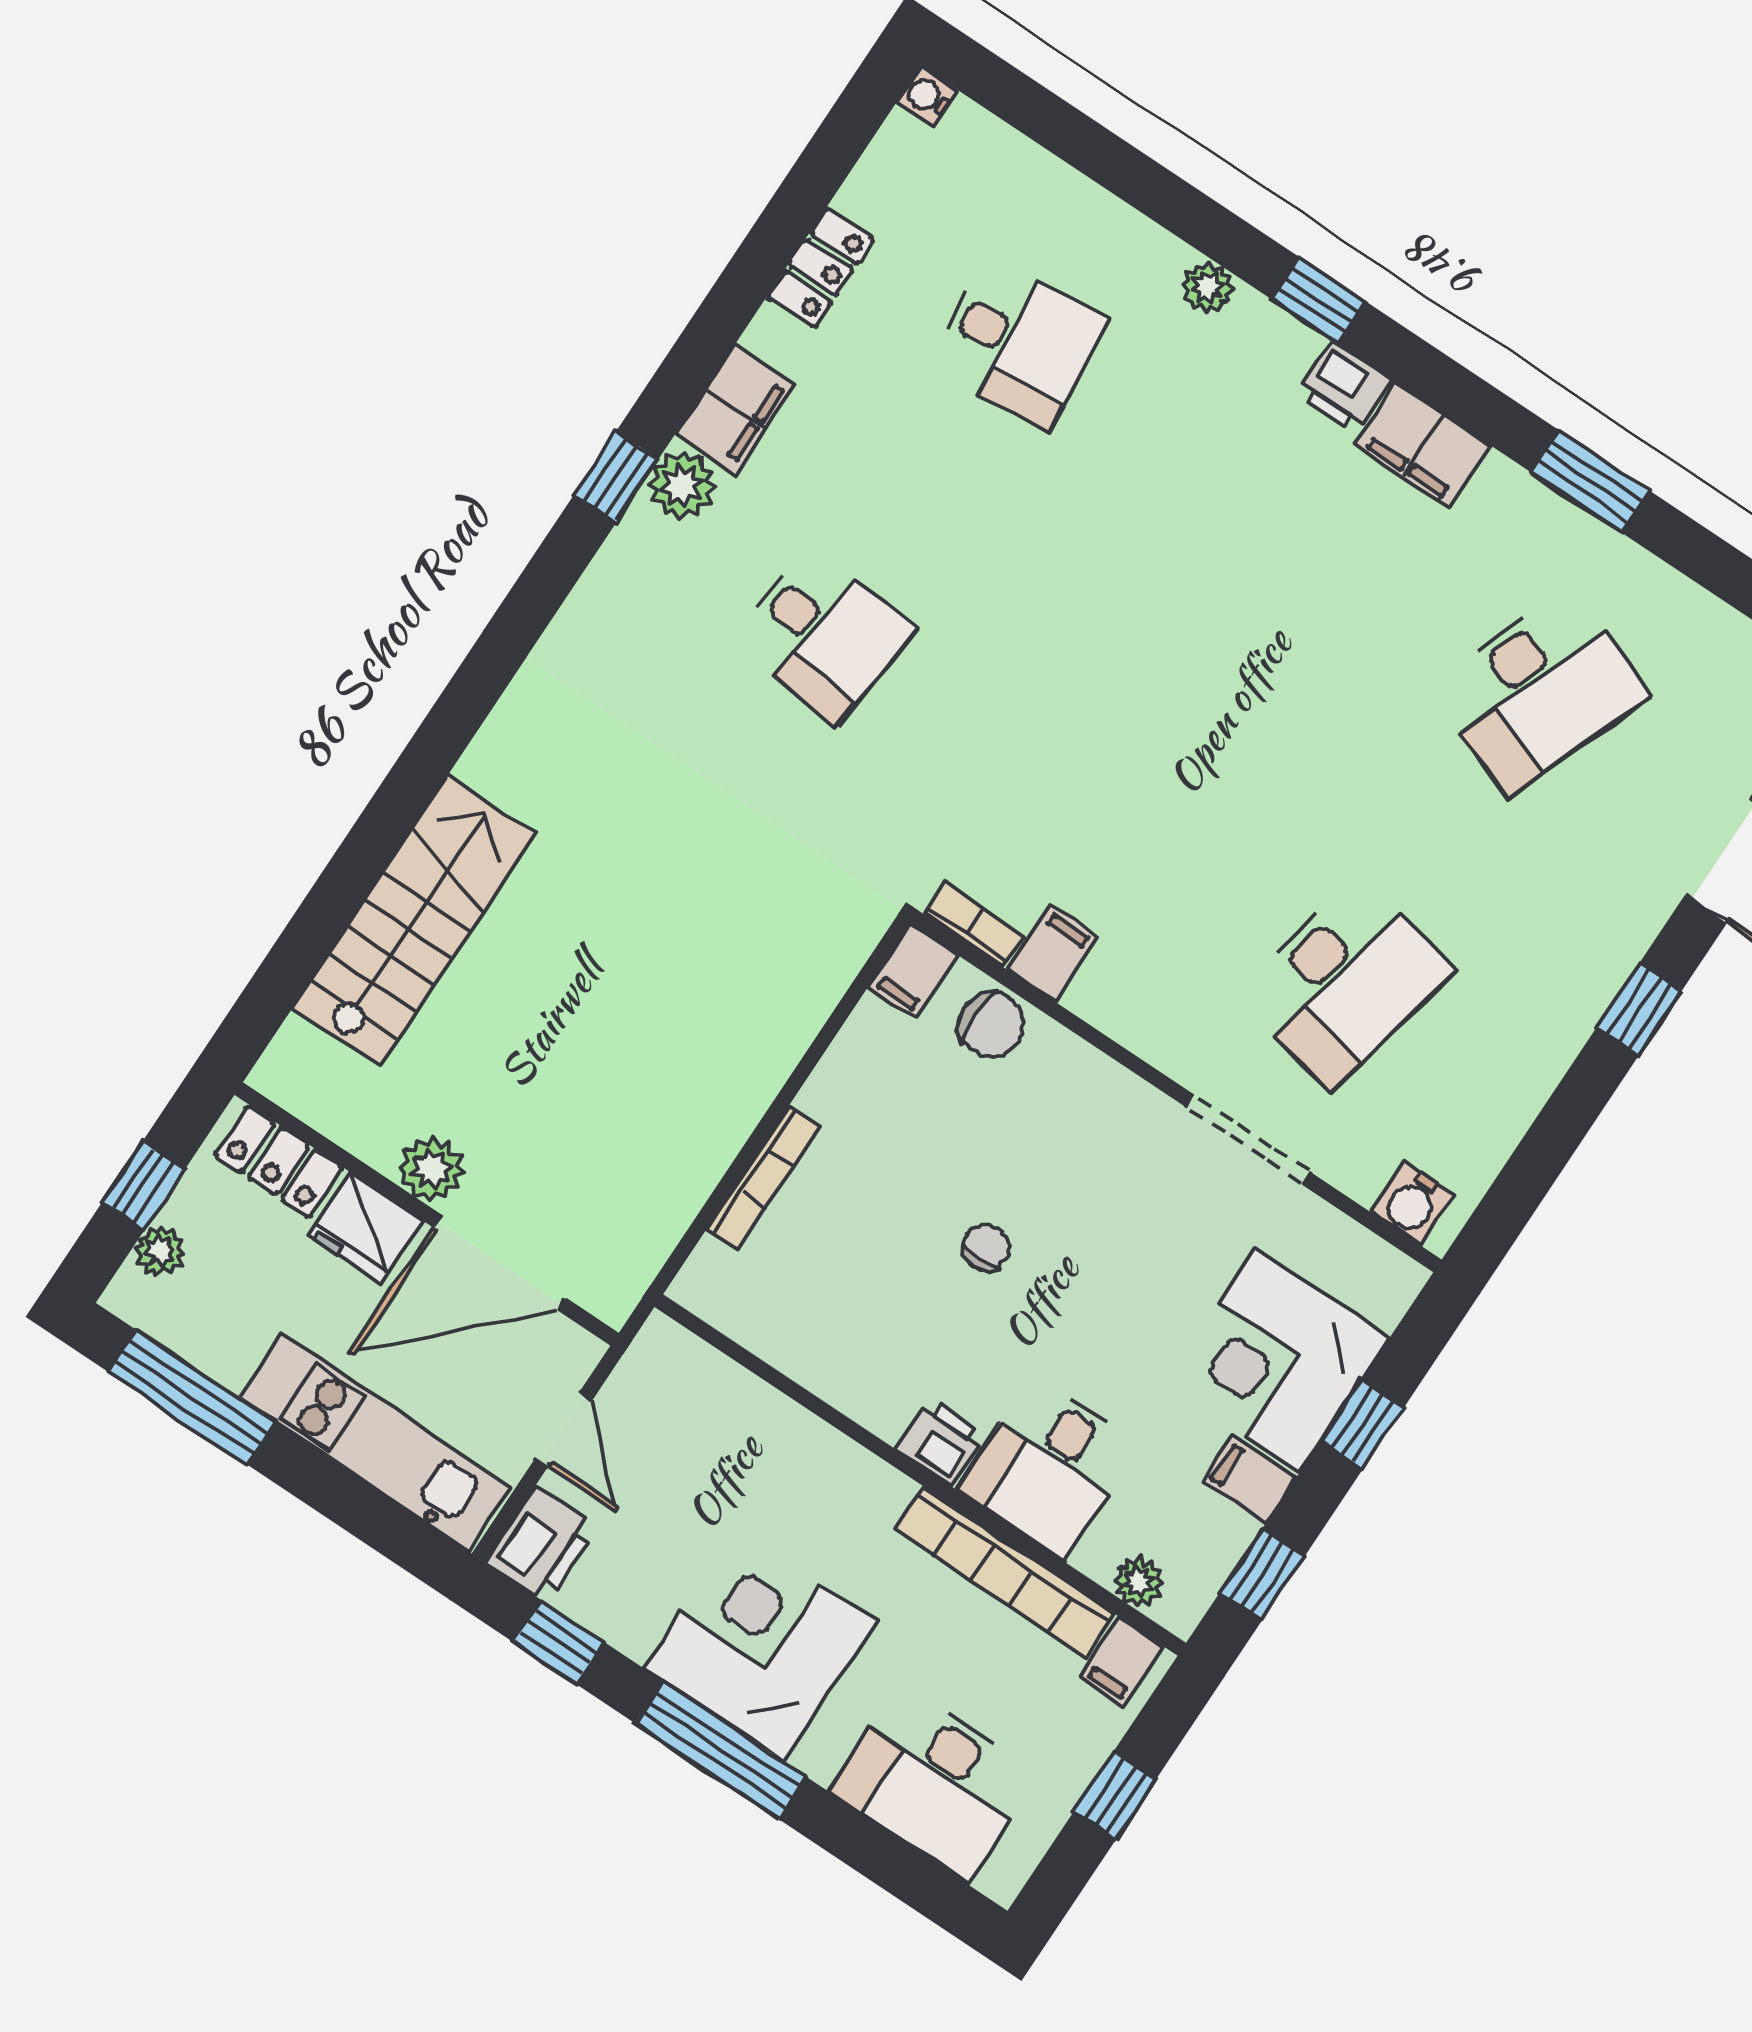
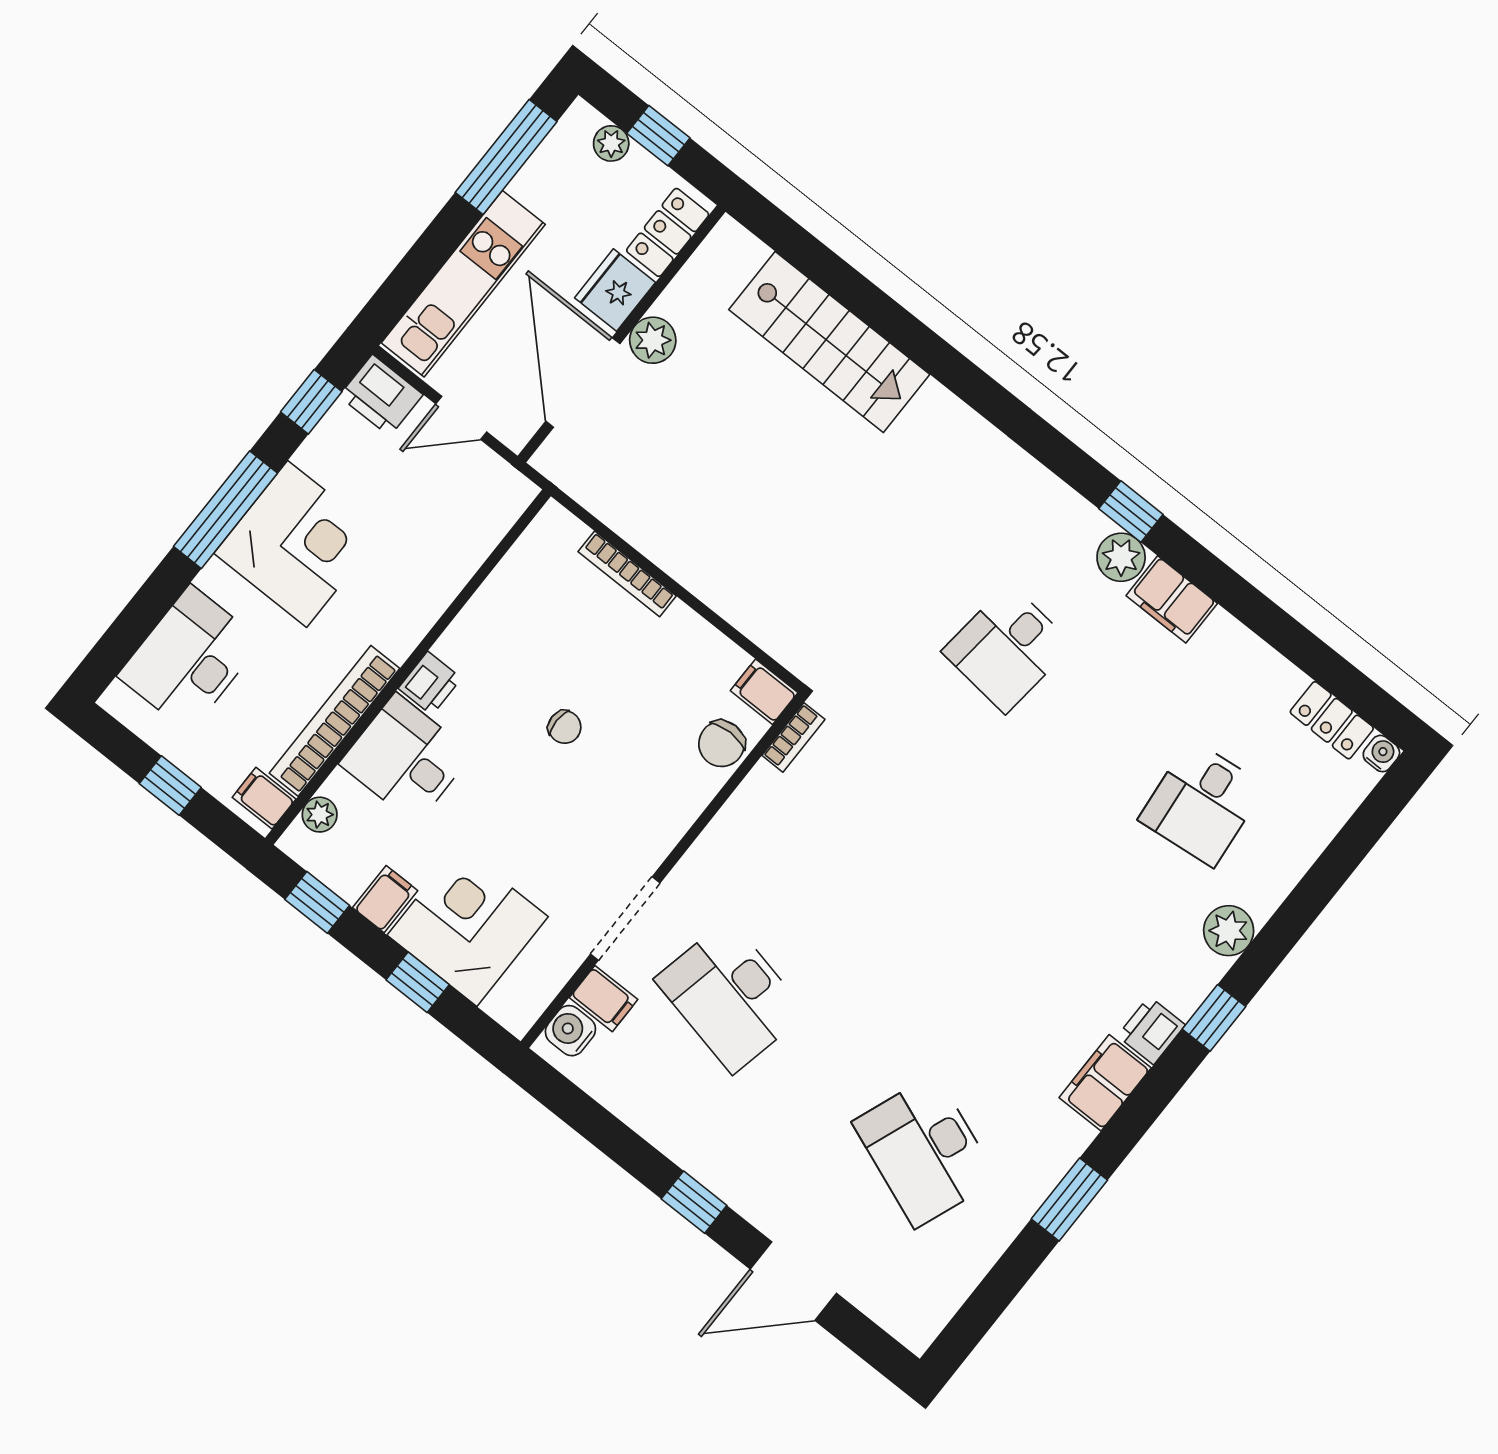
locker: (821, 268) -> (1332, 720), moved
plant: (1207, 287) -> (1229, 931), width x1.38, depth x1.38
filing cabinet: (1053, 954) -> (604, 999), moved

